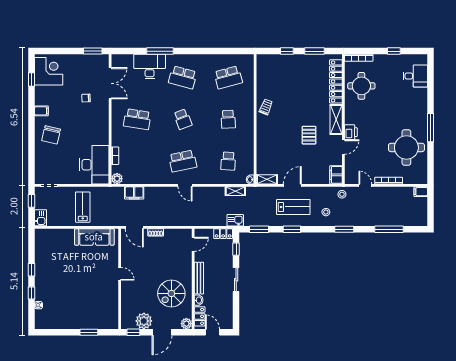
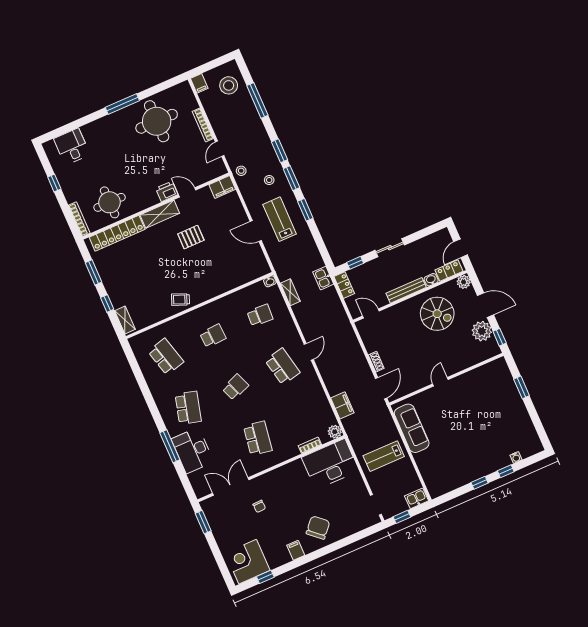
chair: (51, 135) -> (318, 528), turned -61
shelving: (267, 179) -> (125, 320), moved
stool: (410, 213) -> (229, 85), added
window: (259, 229) -> (291, 178), moved

